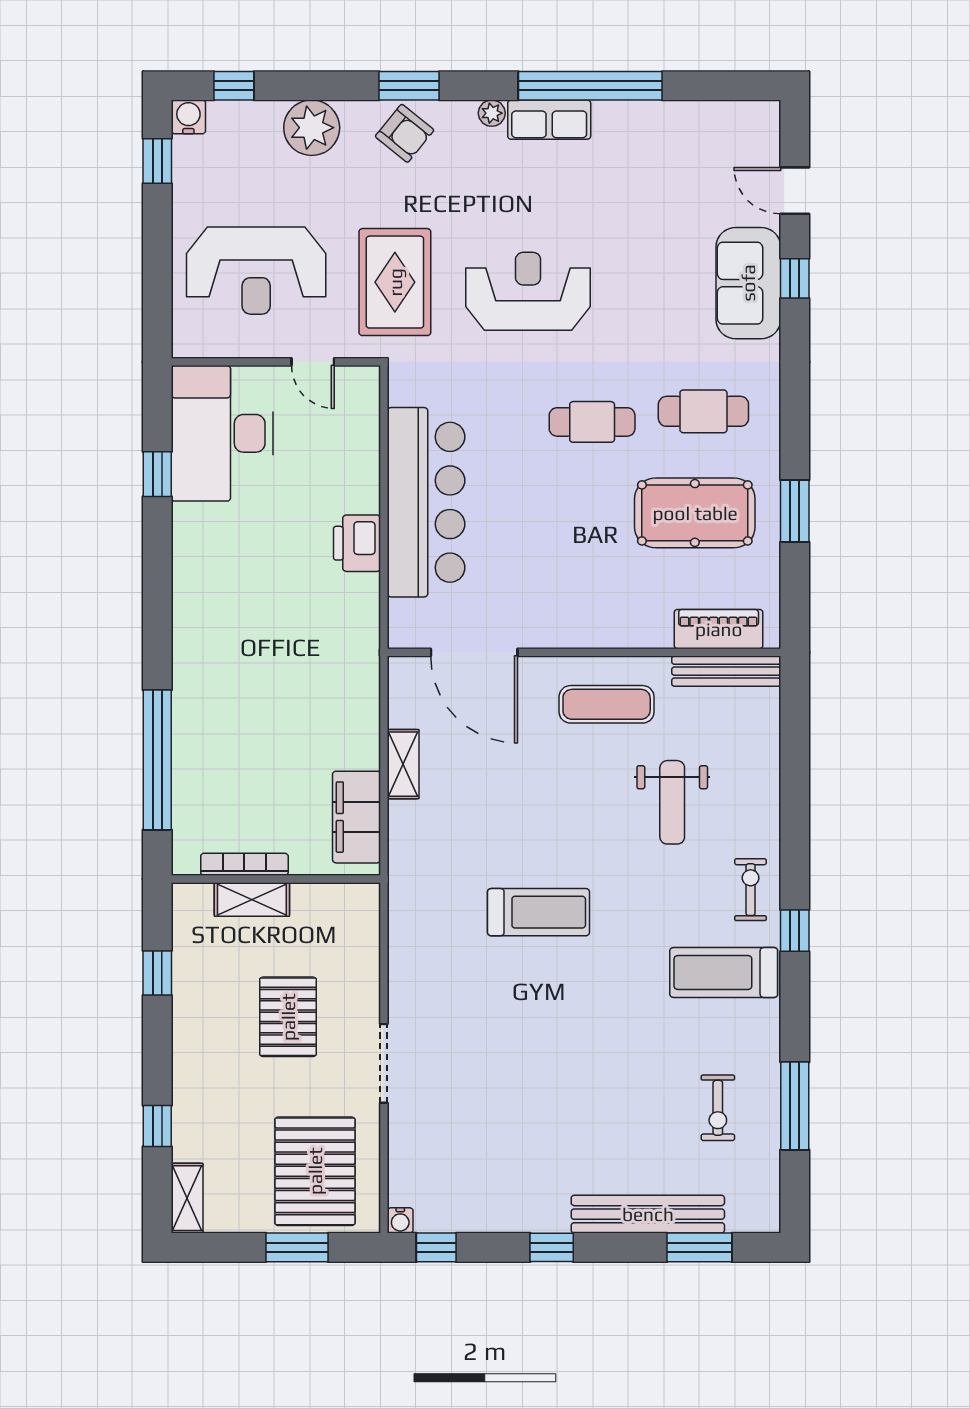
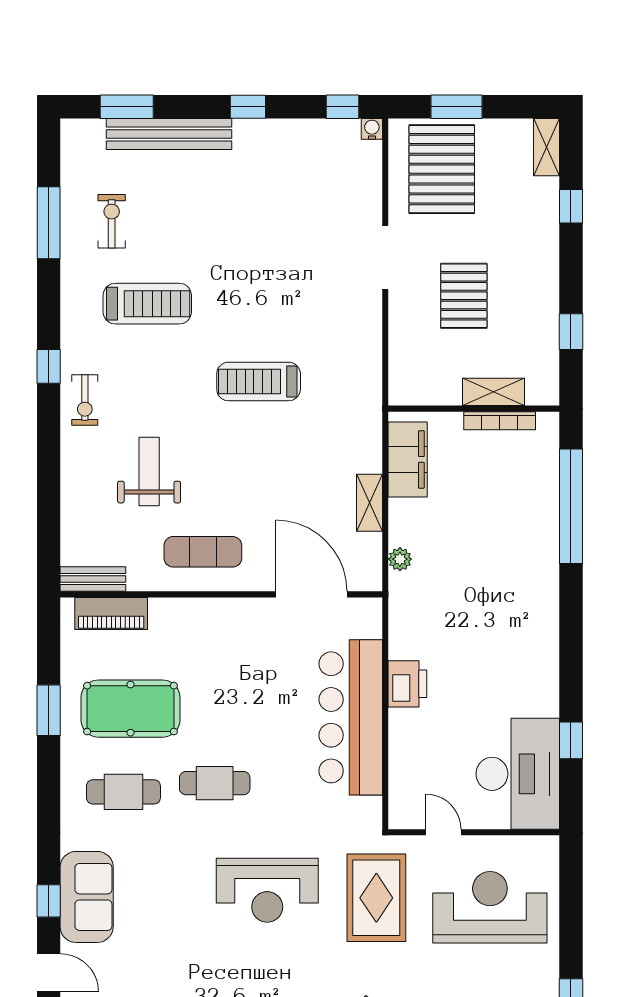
bench: (726, 671) -> (93, 579), width x0.73
plant: (366, 695) -> (400, 559), added
treadmill: (724, 973) -> (147, 304), moved

